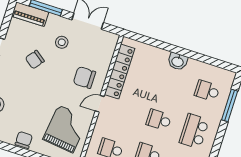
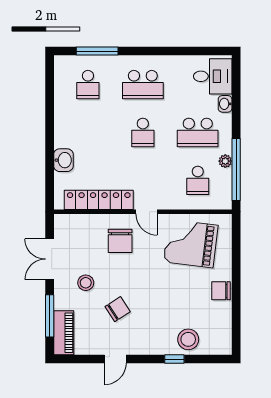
chair: (35, 60) -> (118, 309), turned -70
washbasin: (178, 61) -> (63, 160), moved

